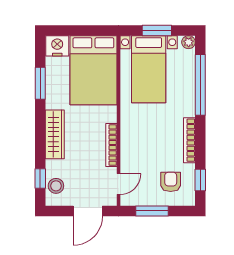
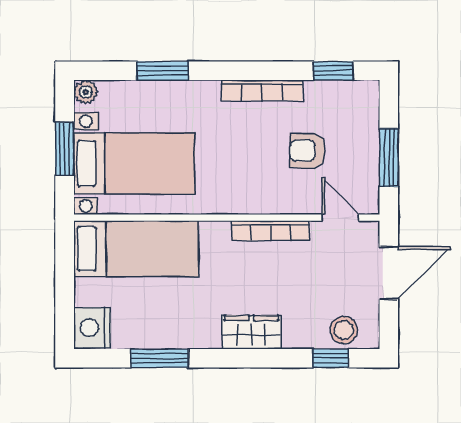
bed: (93, 70) -> (136, 249), width x0.67
window: (200, 85) -> (163, 71), width x0.47
wardrobe: (55, 134) -> (251, 332), width x0.67
armchair: (171, 182) -> (307, 151), moved
door: (88, 211) -> (389, 273), hinge flipped

